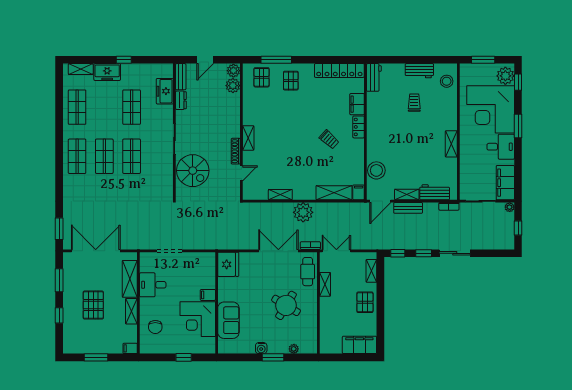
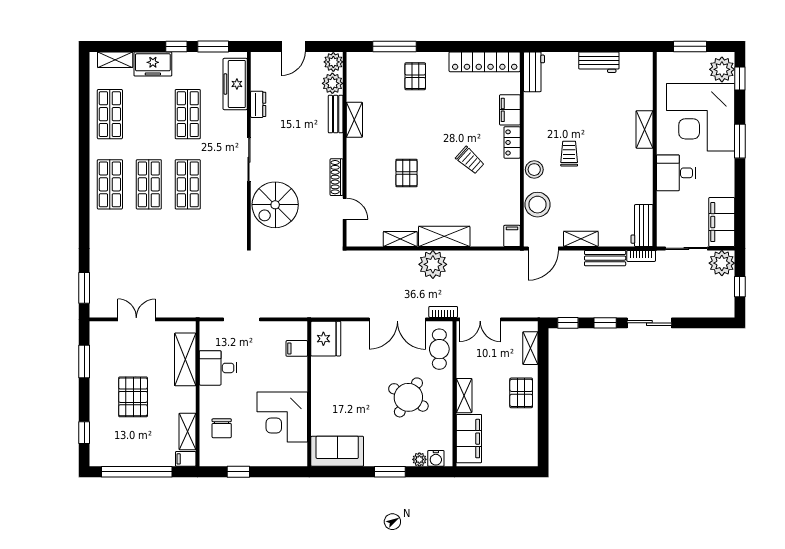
window: (149, 60) -> (213, 46), added
bench: (181, 77) -> (336, 114), moved
pallet: (262, 77) -> (406, 173), moved
stool: (447, 81) -> (534, 170), moved
freezer: (165, 91) -> (235, 84), width x1.40
trolley: (414, 103) -> (569, 154), moved
shelving: (248, 138) -> (354, 120), moved
shelving: (451, 144) -> (645, 129), moved
desk: (501, 147) -> (676, 173), moved, turned 180
spiral stairs: (193, 171) -> (275, 205), turned 90
door: (241, 173) -> (345, 209), hinge flipped
workbench: (435, 192) -> (642, 226), moved, turned -90
shelving: (334, 193) -> (444, 236), moved
plant: (510, 207) -> (722, 263), width x1.88, depth x1.88
bench: (408, 208) -> (605, 258), moved
double door: (96, 251) -> (136, 319), width x0.54
double door: (278, 251) -> (397, 319), swing flipped
double door: (336, 251) -> (480, 319), swing flipped
shelving: (325, 284) -> (464, 396), moved
filing cabinet: (208, 295) -> (297, 348), moved
shelving: (131, 311) -> (187, 431), moved
window: (59, 315) -> (84, 433), moved
sofa: (228, 320) -> (337, 451), moved, turned -90
filing cabinet: (359, 345) -> (469, 439), moved, turned 90
water cooler: (261, 348) -> (436, 458), moved
window: (96, 357) -> (137, 472), width x2.11
window: (184, 357) -> (238, 472), moved

